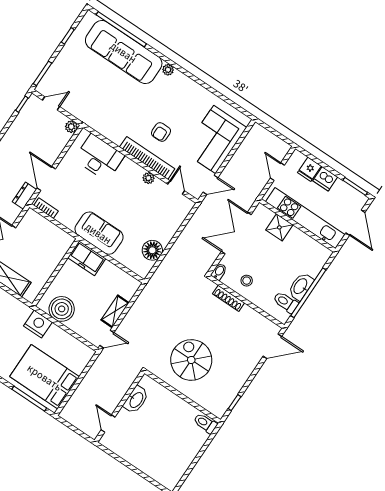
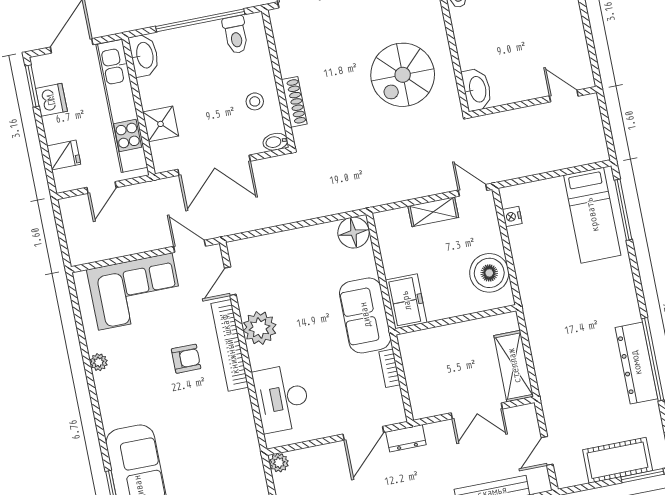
plant: (168, 70) -> (99, 362), moved
plant: (148, 178) -> (260, 328), width x1.87, depth x1.87
dishwasher: (325, 179) -> (51, 100), moved
bookcase: (46, 208) -> (390, 368), moved
floor lamp: (152, 250) -> (353, 233), moved
washbasin: (301, 286) -> (144, 55), moved, turned -90
nightstand: (38, 324) -> (512, 217), moved, width x0.53, depth x0.56
bed: (45, 377) -> (592, 215), width x0.67
washbasin: (136, 400) -> (477, 89), moved, turned 90
door: (108, 424) -> (564, 96), swing flipped

